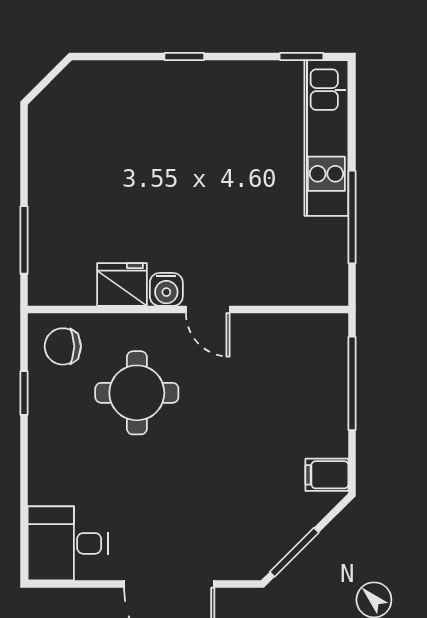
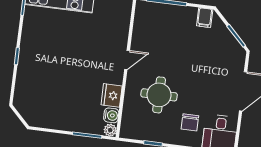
water cooler: (166, 289) -> (111, 115), moved
plant: (42, 291) -> (110, 130), added
chair: (63, 346) -> (190, 122), moved

